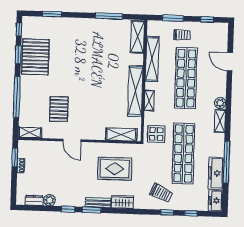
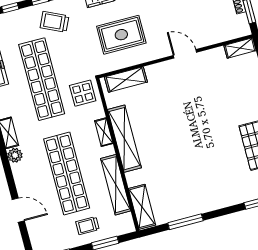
pallet: (59, 109) -> (213, 88), removed

